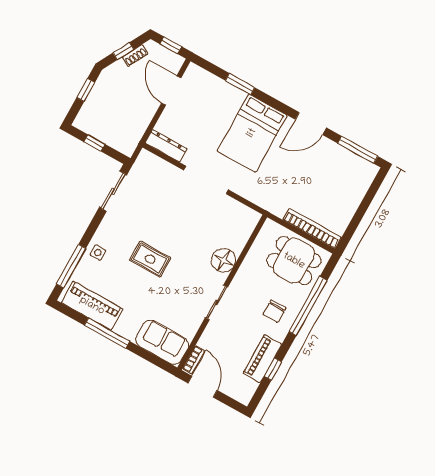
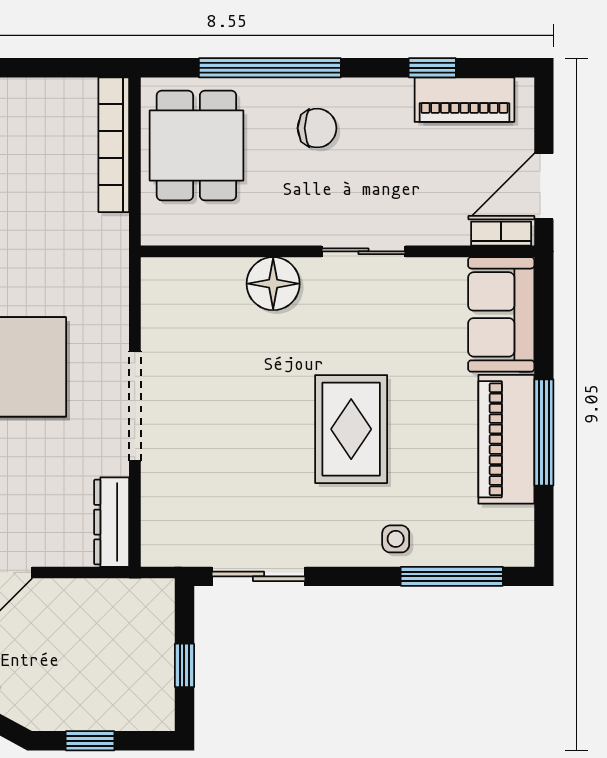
rug: (150, 259) -> (351, 429), width x1.36, depth x1.43
piano: (92, 306) -> (506, 439), moved
piano: (262, 359) -> (464, 100), moved

